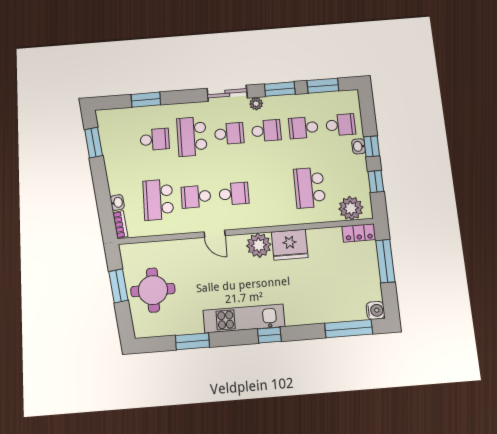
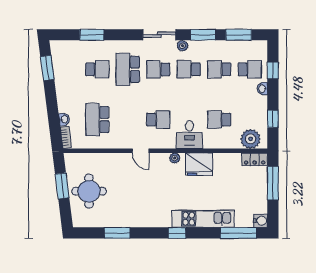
school desk: (266, 131) -> (189, 69), turned 180
school desk: (229, 134) -> (158, 69), turned 180
window: (372, 146) -> (273, 71), moved
school desk: (309, 188) -> (219, 120), width x0.54
school desk: (196, 197) -> (128, 120), removed
desk: (274, 209) -> (189, 135), added
plant: (259, 245) -> (175, 158), width x0.53, depth x0.53
kitchen unit: (244, 318) -> (203, 219), moved

